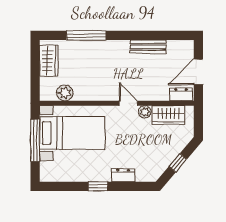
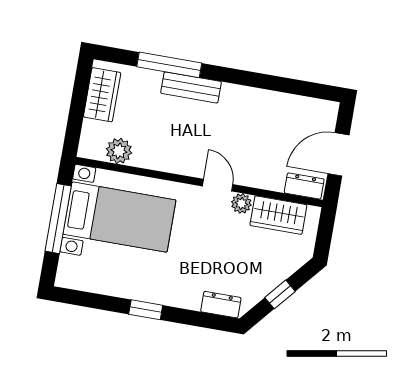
bench: (148, 47) -> (191, 87), moved
dresser: (123, 175) -> (221, 305), moved

